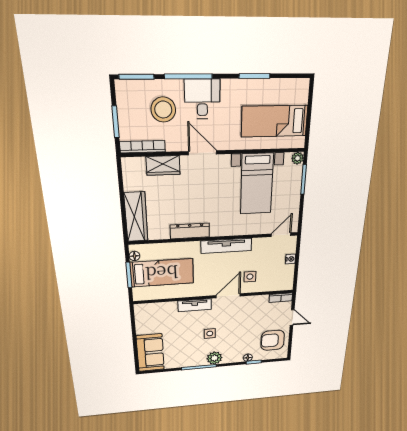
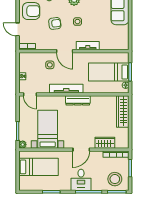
stool: (163, 110) -> (115, 179), moved
door: (202, 153) -> (81, 150), hinge flipped
dresser: (190, 231) -> (78, 100), moved
door: (281, 235) -> (30, 94), hinge flipped
door: (228, 296) -> (65, 51), hinge flipped
armchair: (241, 329) -> (55, 23), added

